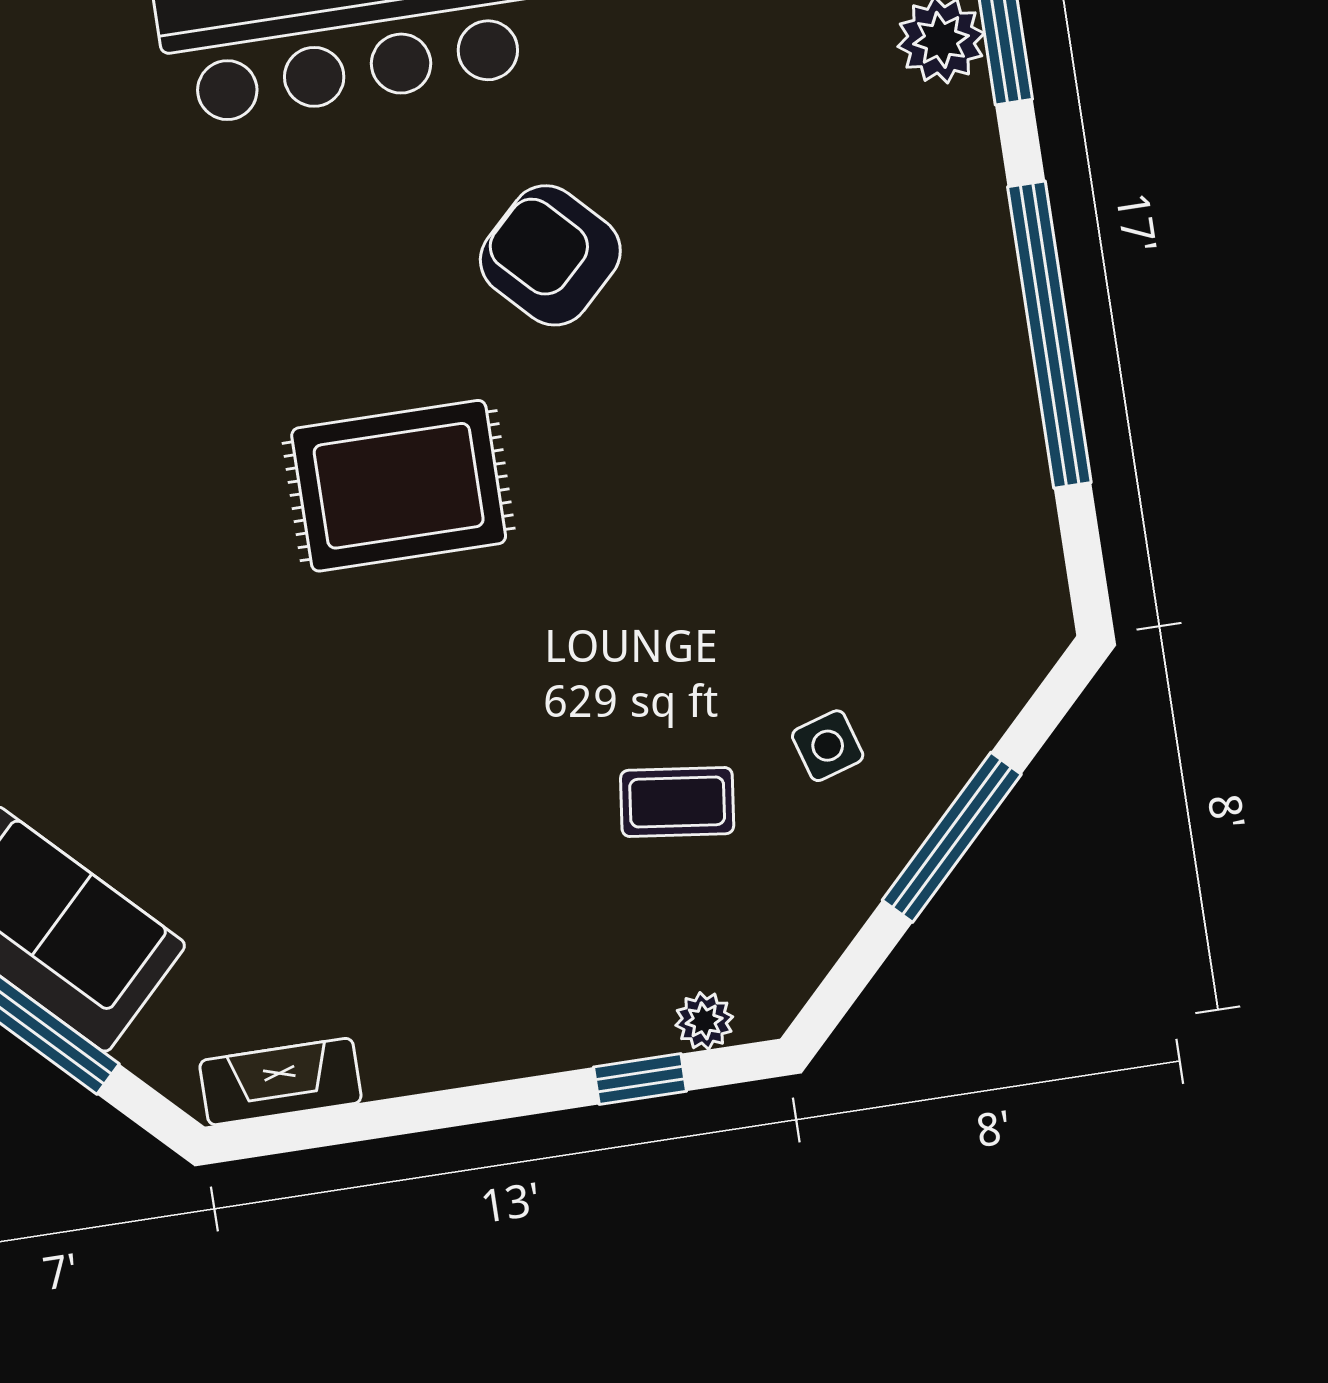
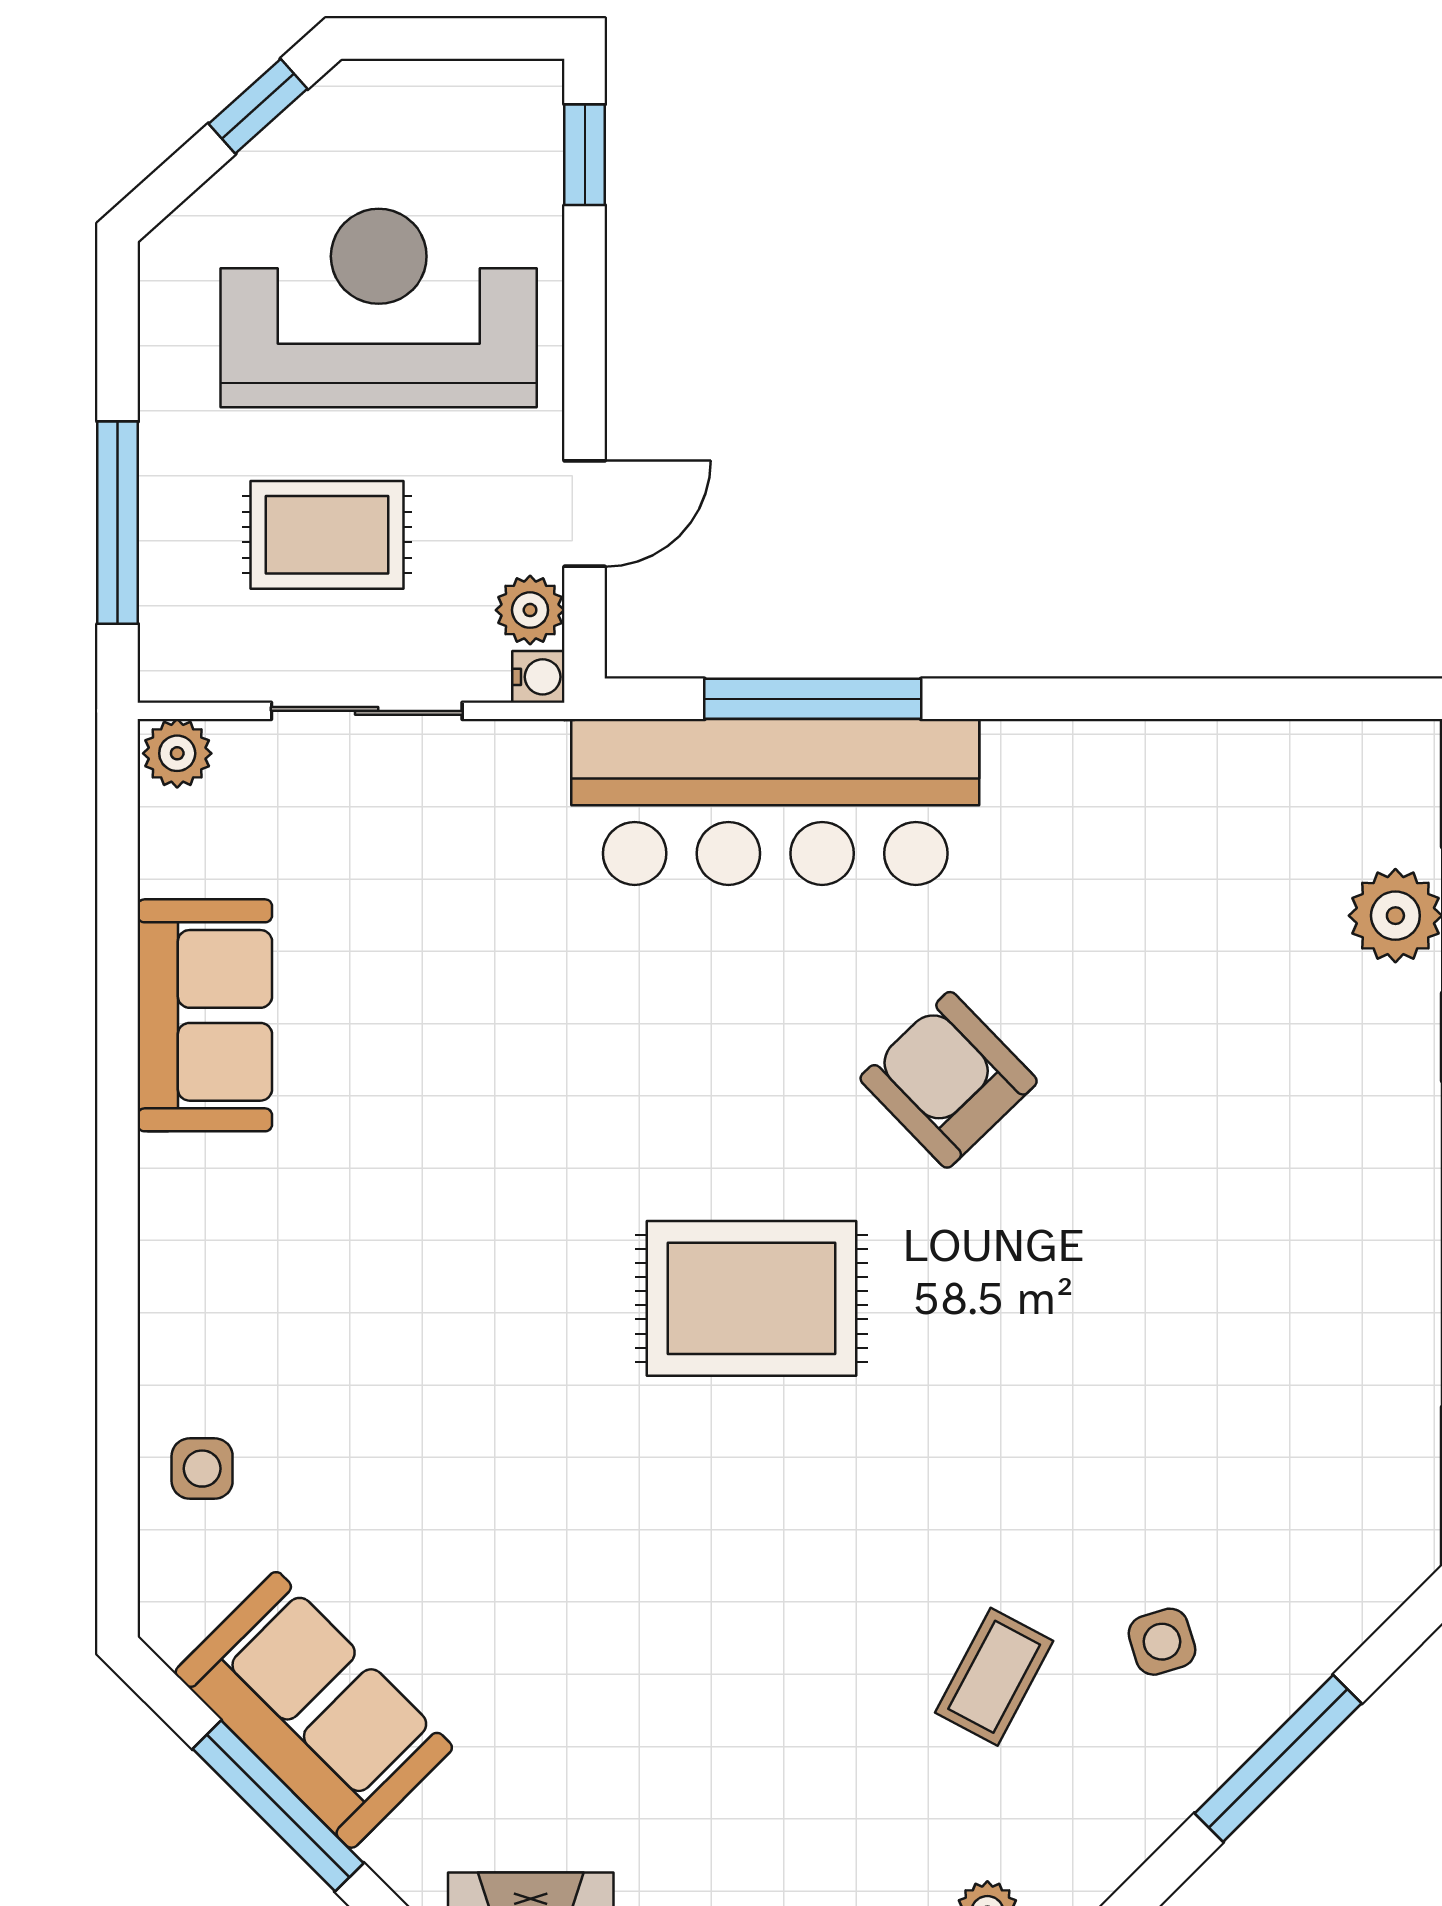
coffee table: (677, 802) -> (994, 1677), turned -69

